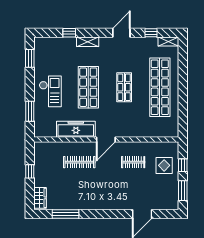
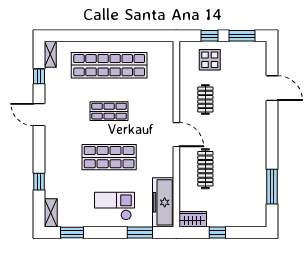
shelving: (88, 42) -> (51, 213), moved
freezer: (76, 129) -> (163, 202), moved
wardrobe: (40, 198) -> (193, 219), moved

